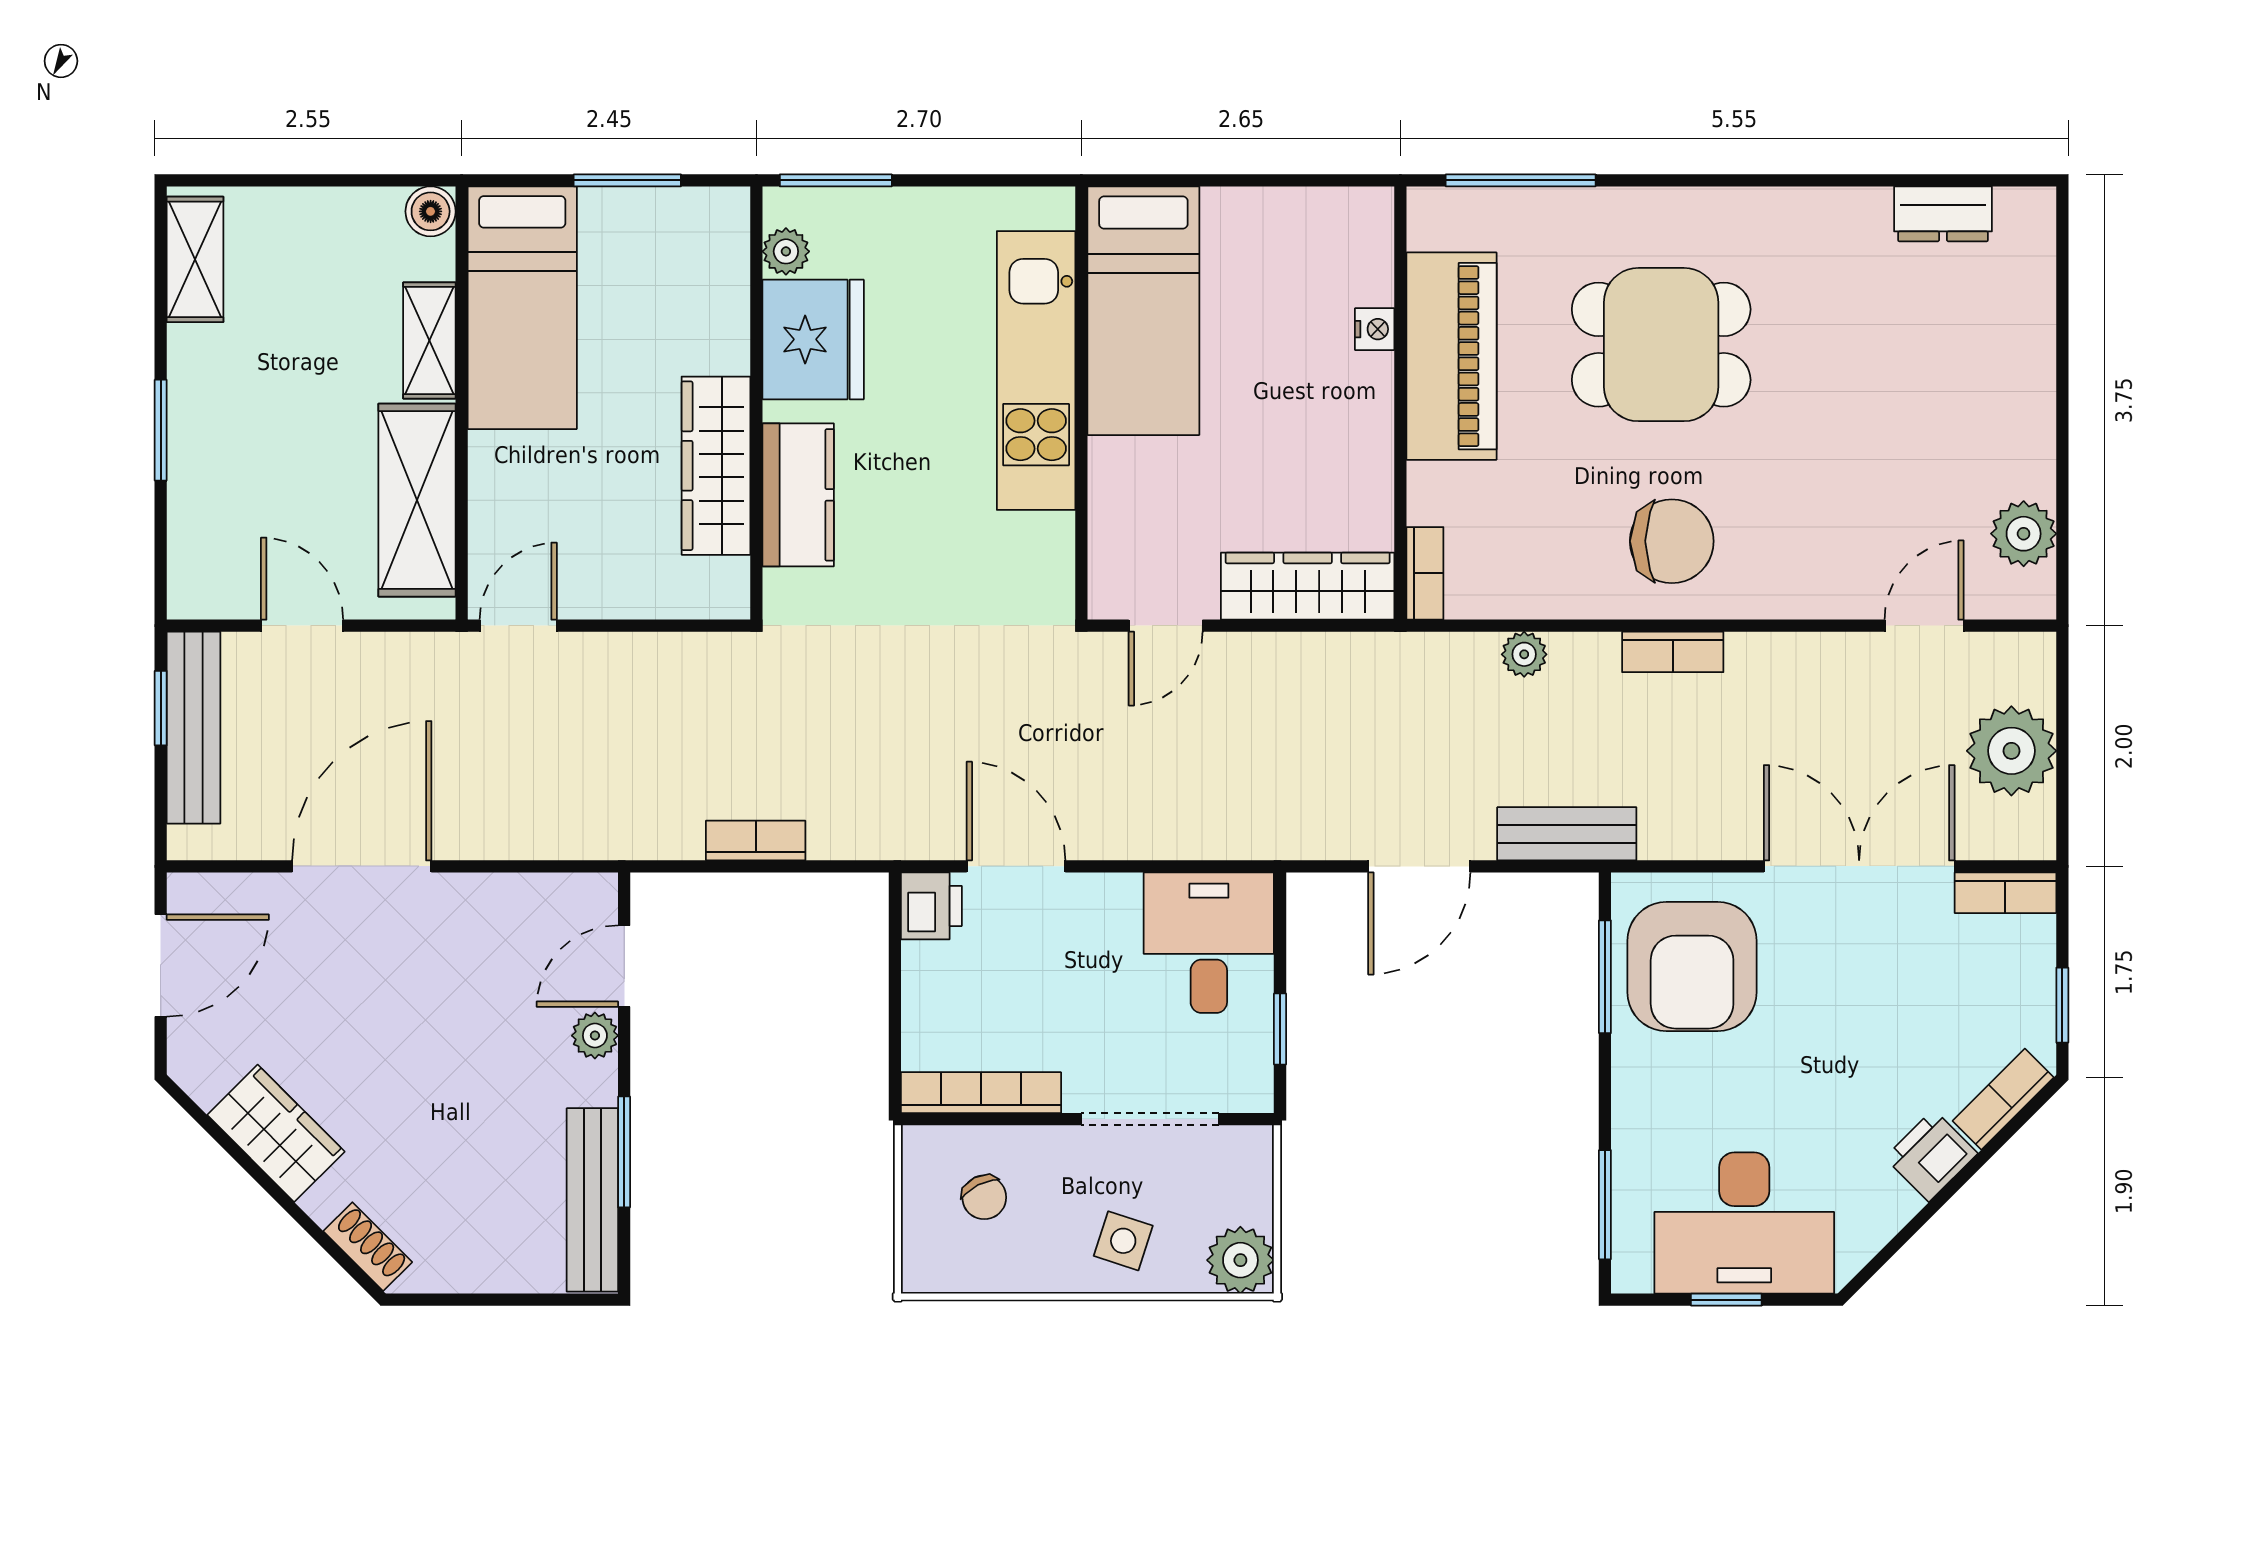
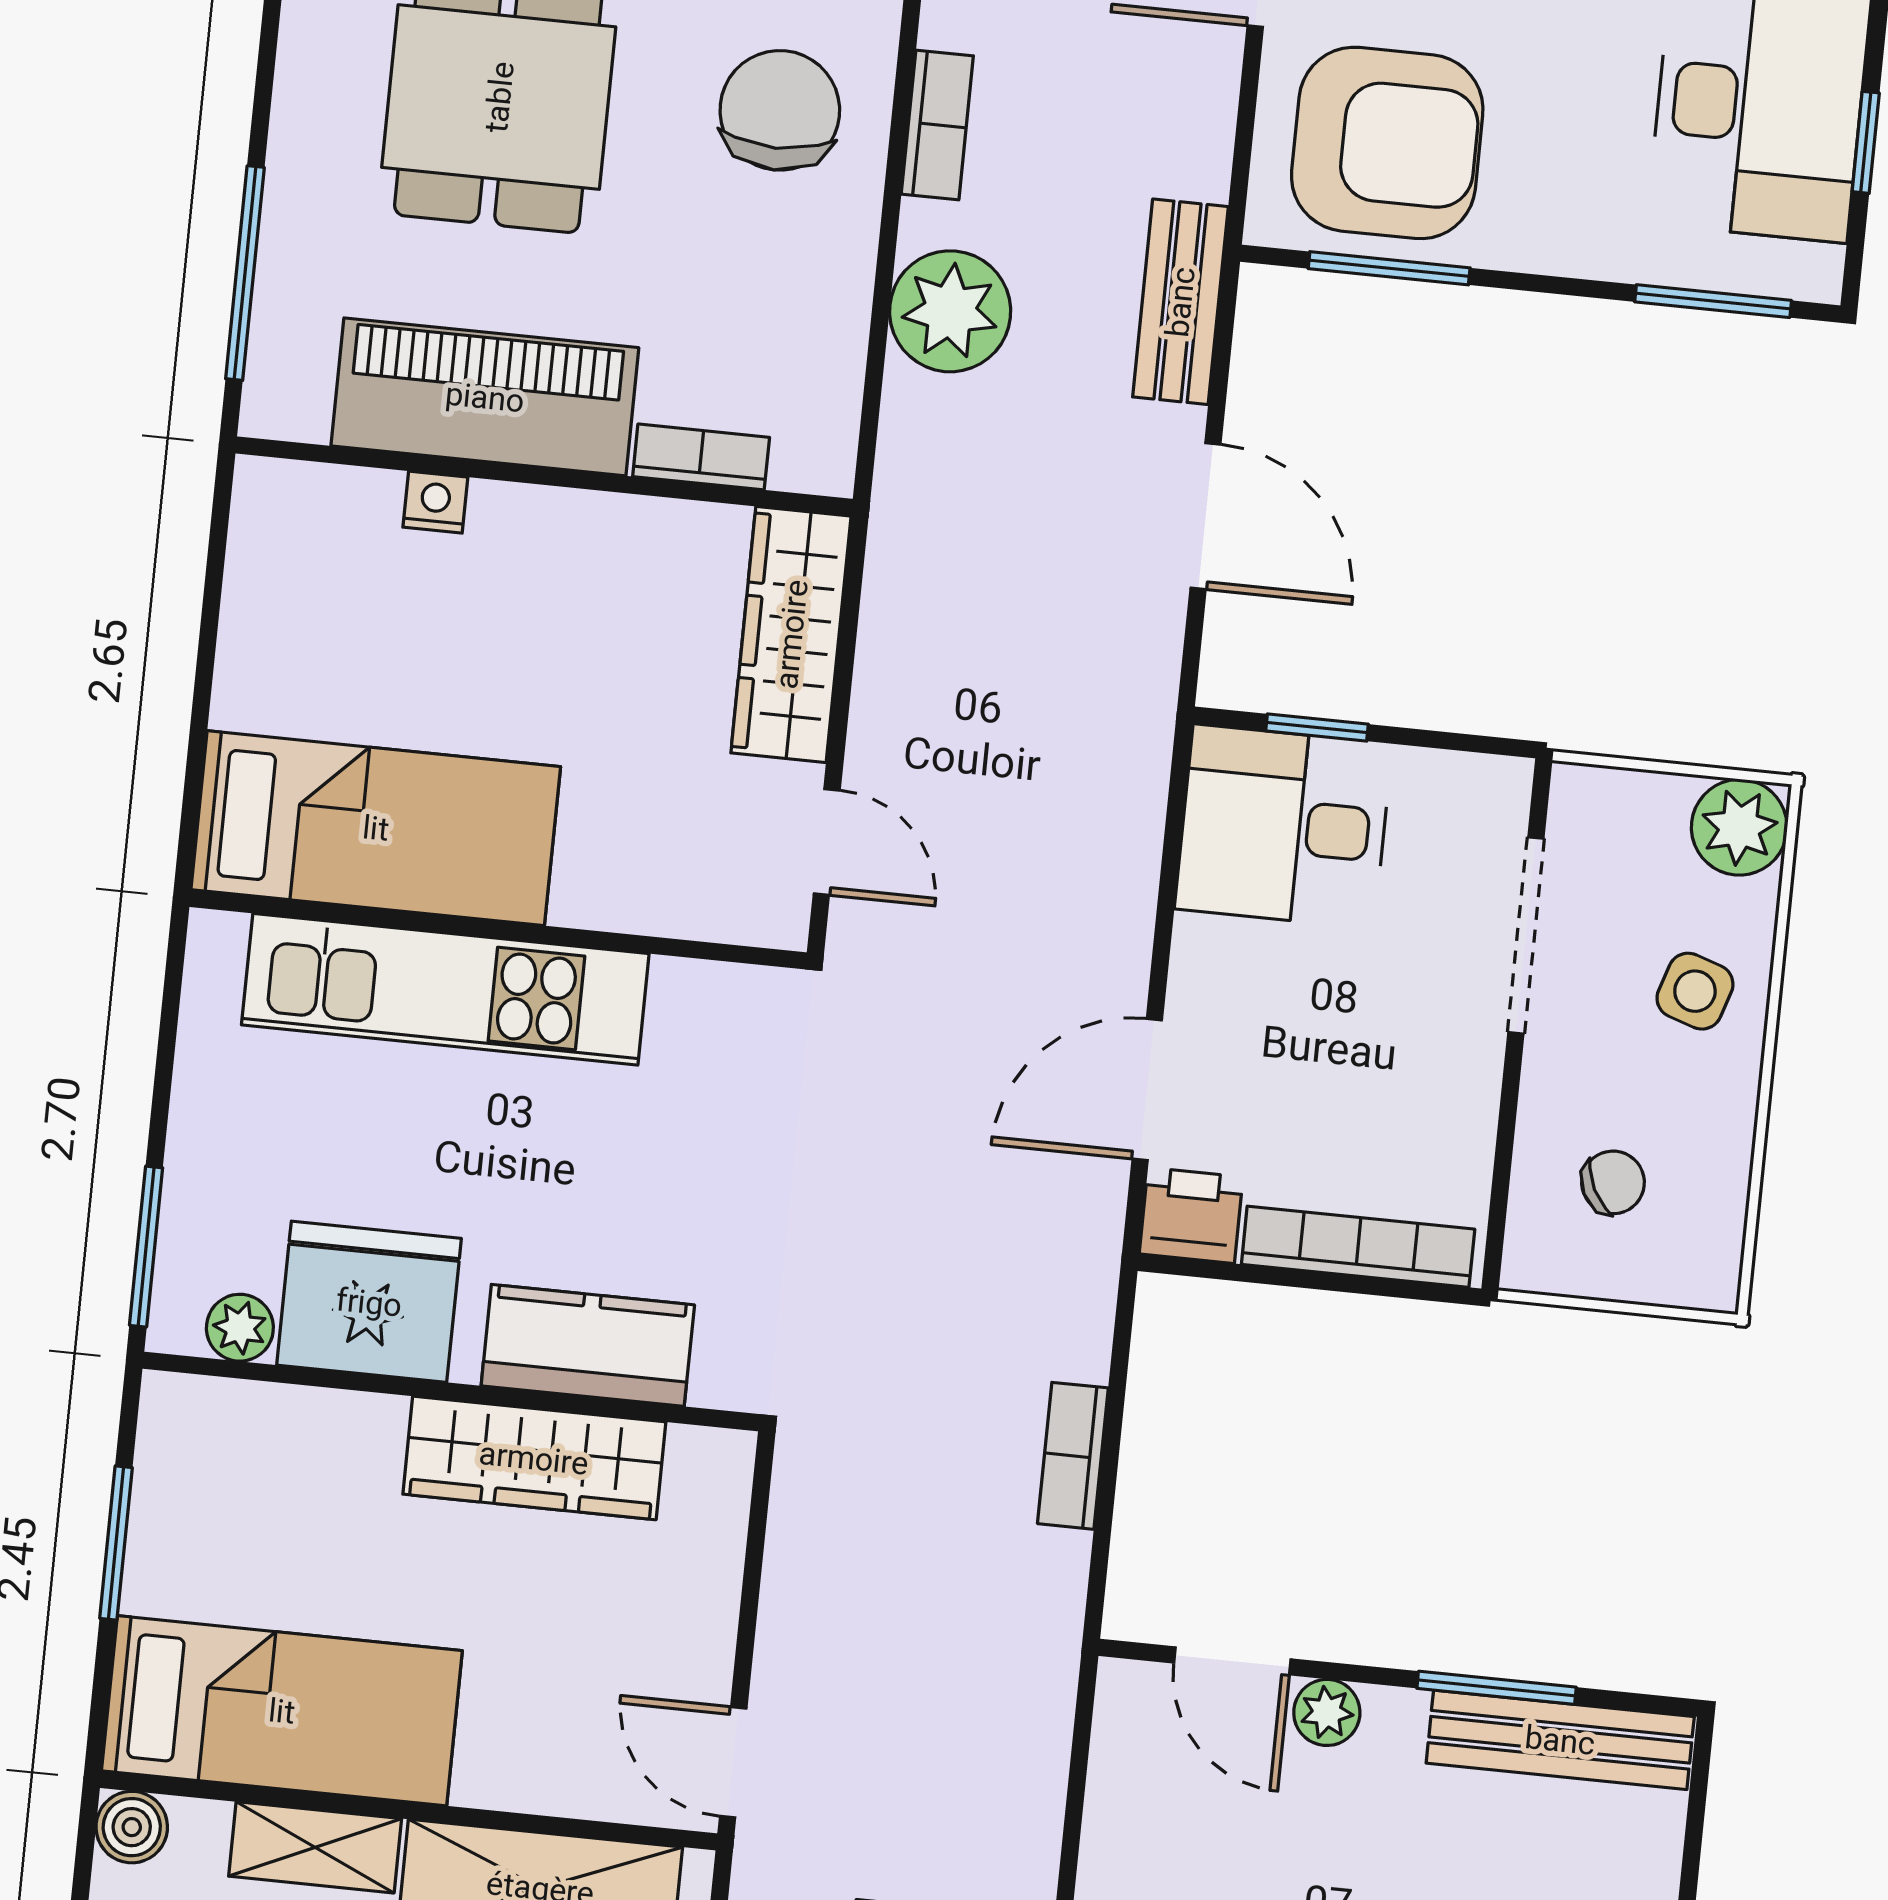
bookcase: (1425, 573) -> (701, 457), moved
plant: (1524, 654) -> (950, 311), width x1.88, depth x1.88
window: (1280, 1029) -> (1317, 728), moved
bookcase: (981, 1093) -> (1358, 1247), moved, turned 90

